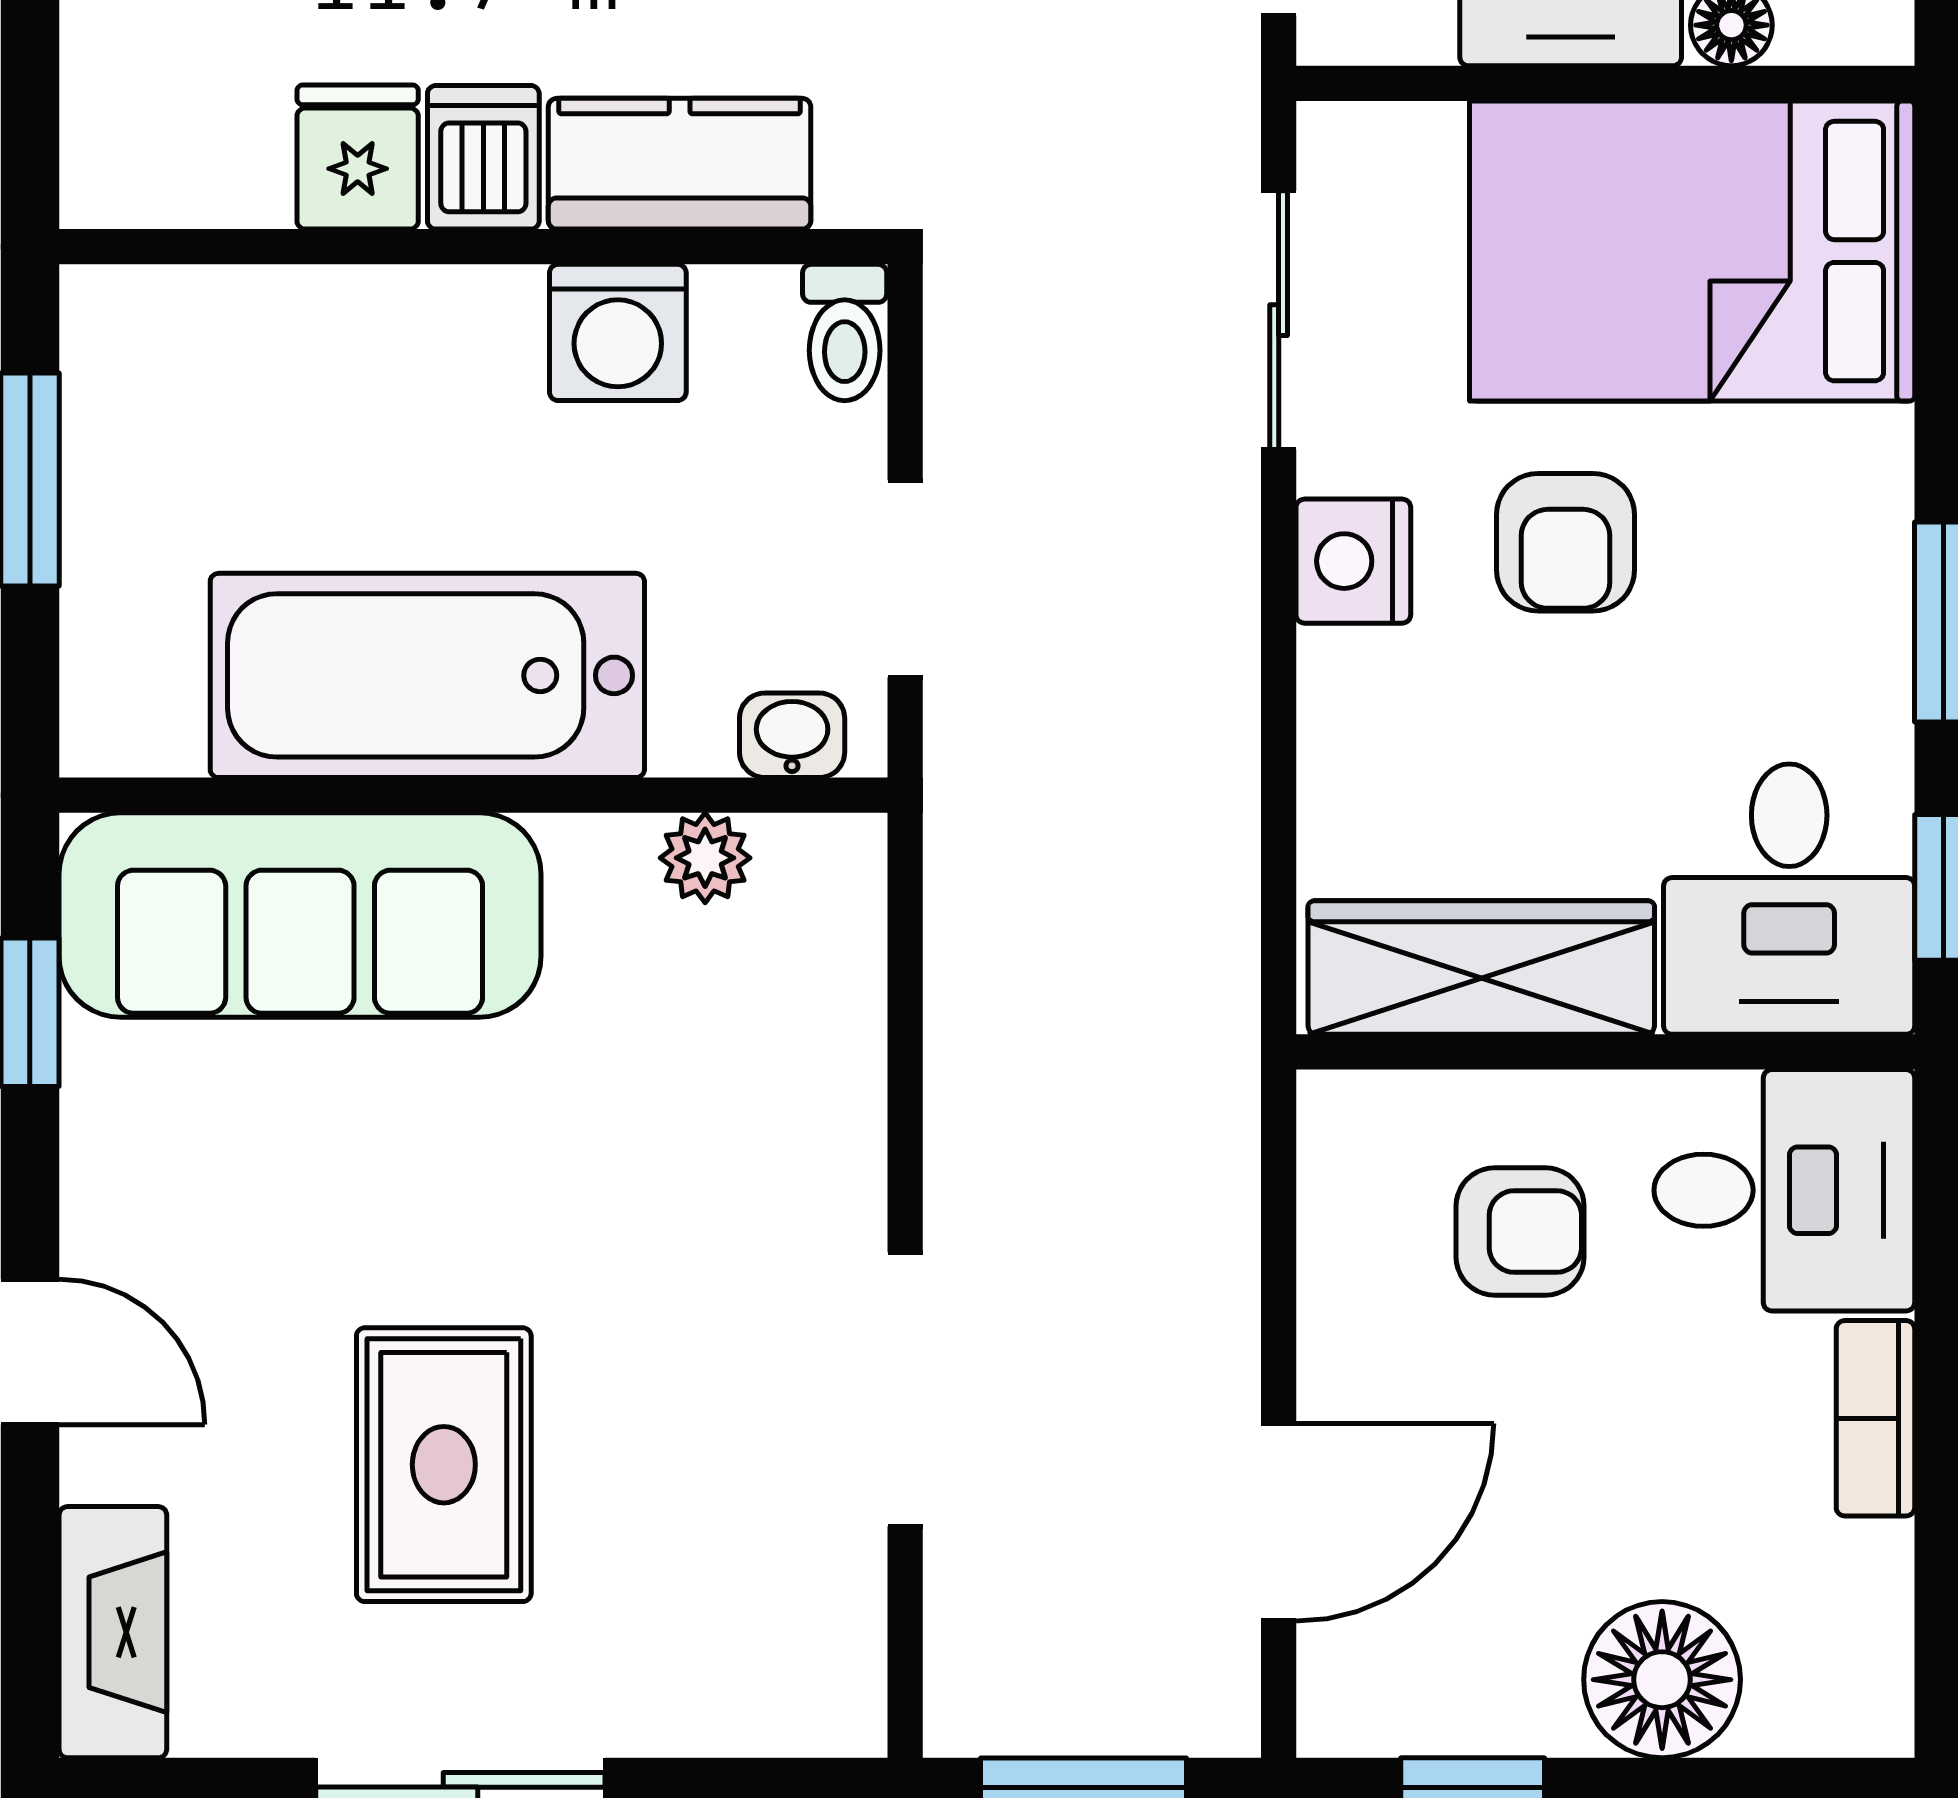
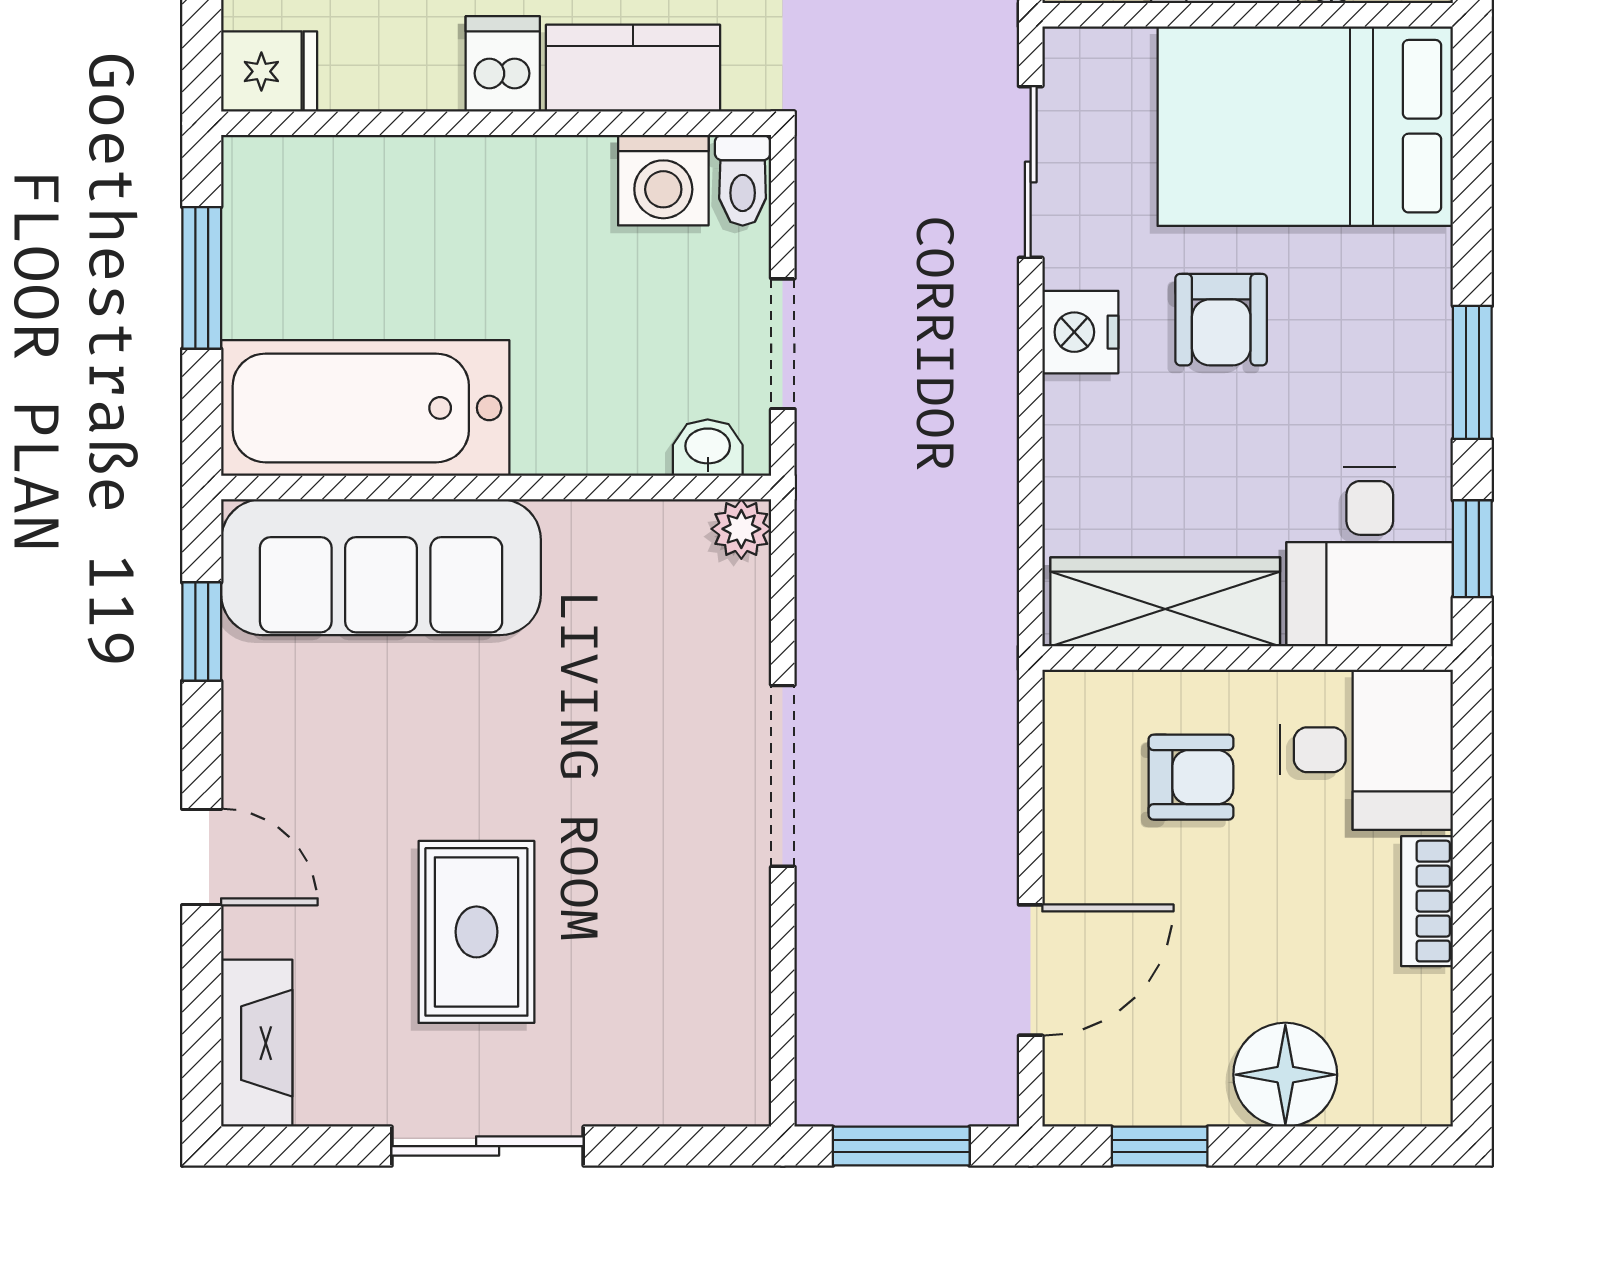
fridge: (358, 157) -> (269, 71), moved, turned 90
washing machine: (618, 332) -> (663, 180), moved
bathtub: (427, 675) -> (365, 408), moved
plant: (705, 858) -> (741, 529), moved
doorway: (905, 1389) -> (783, 776), moved

